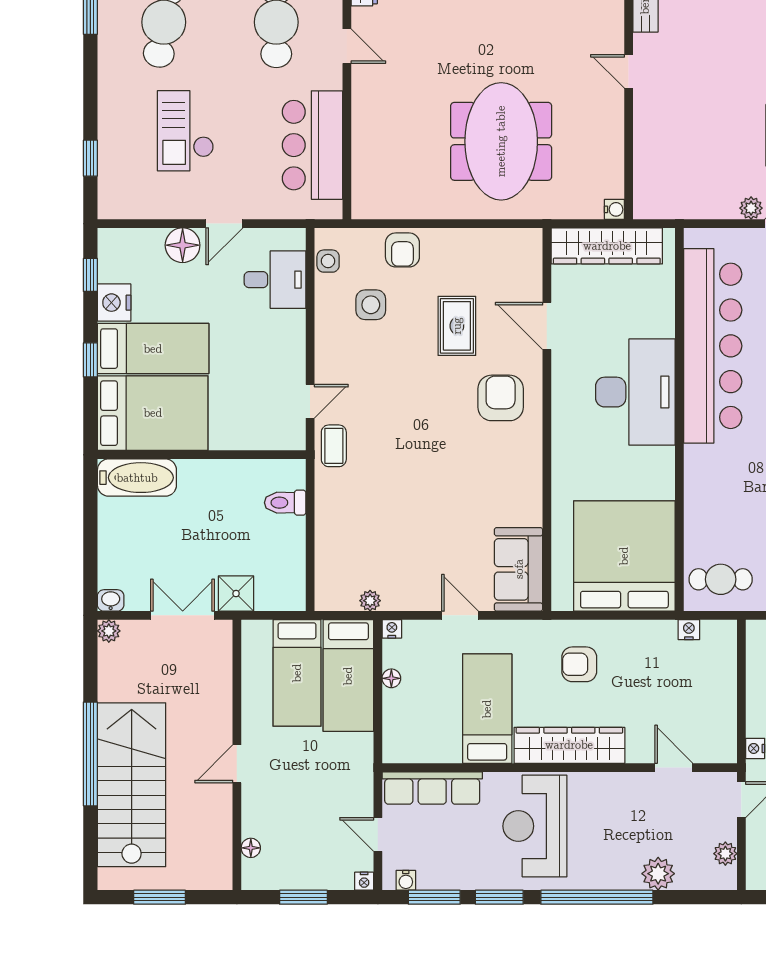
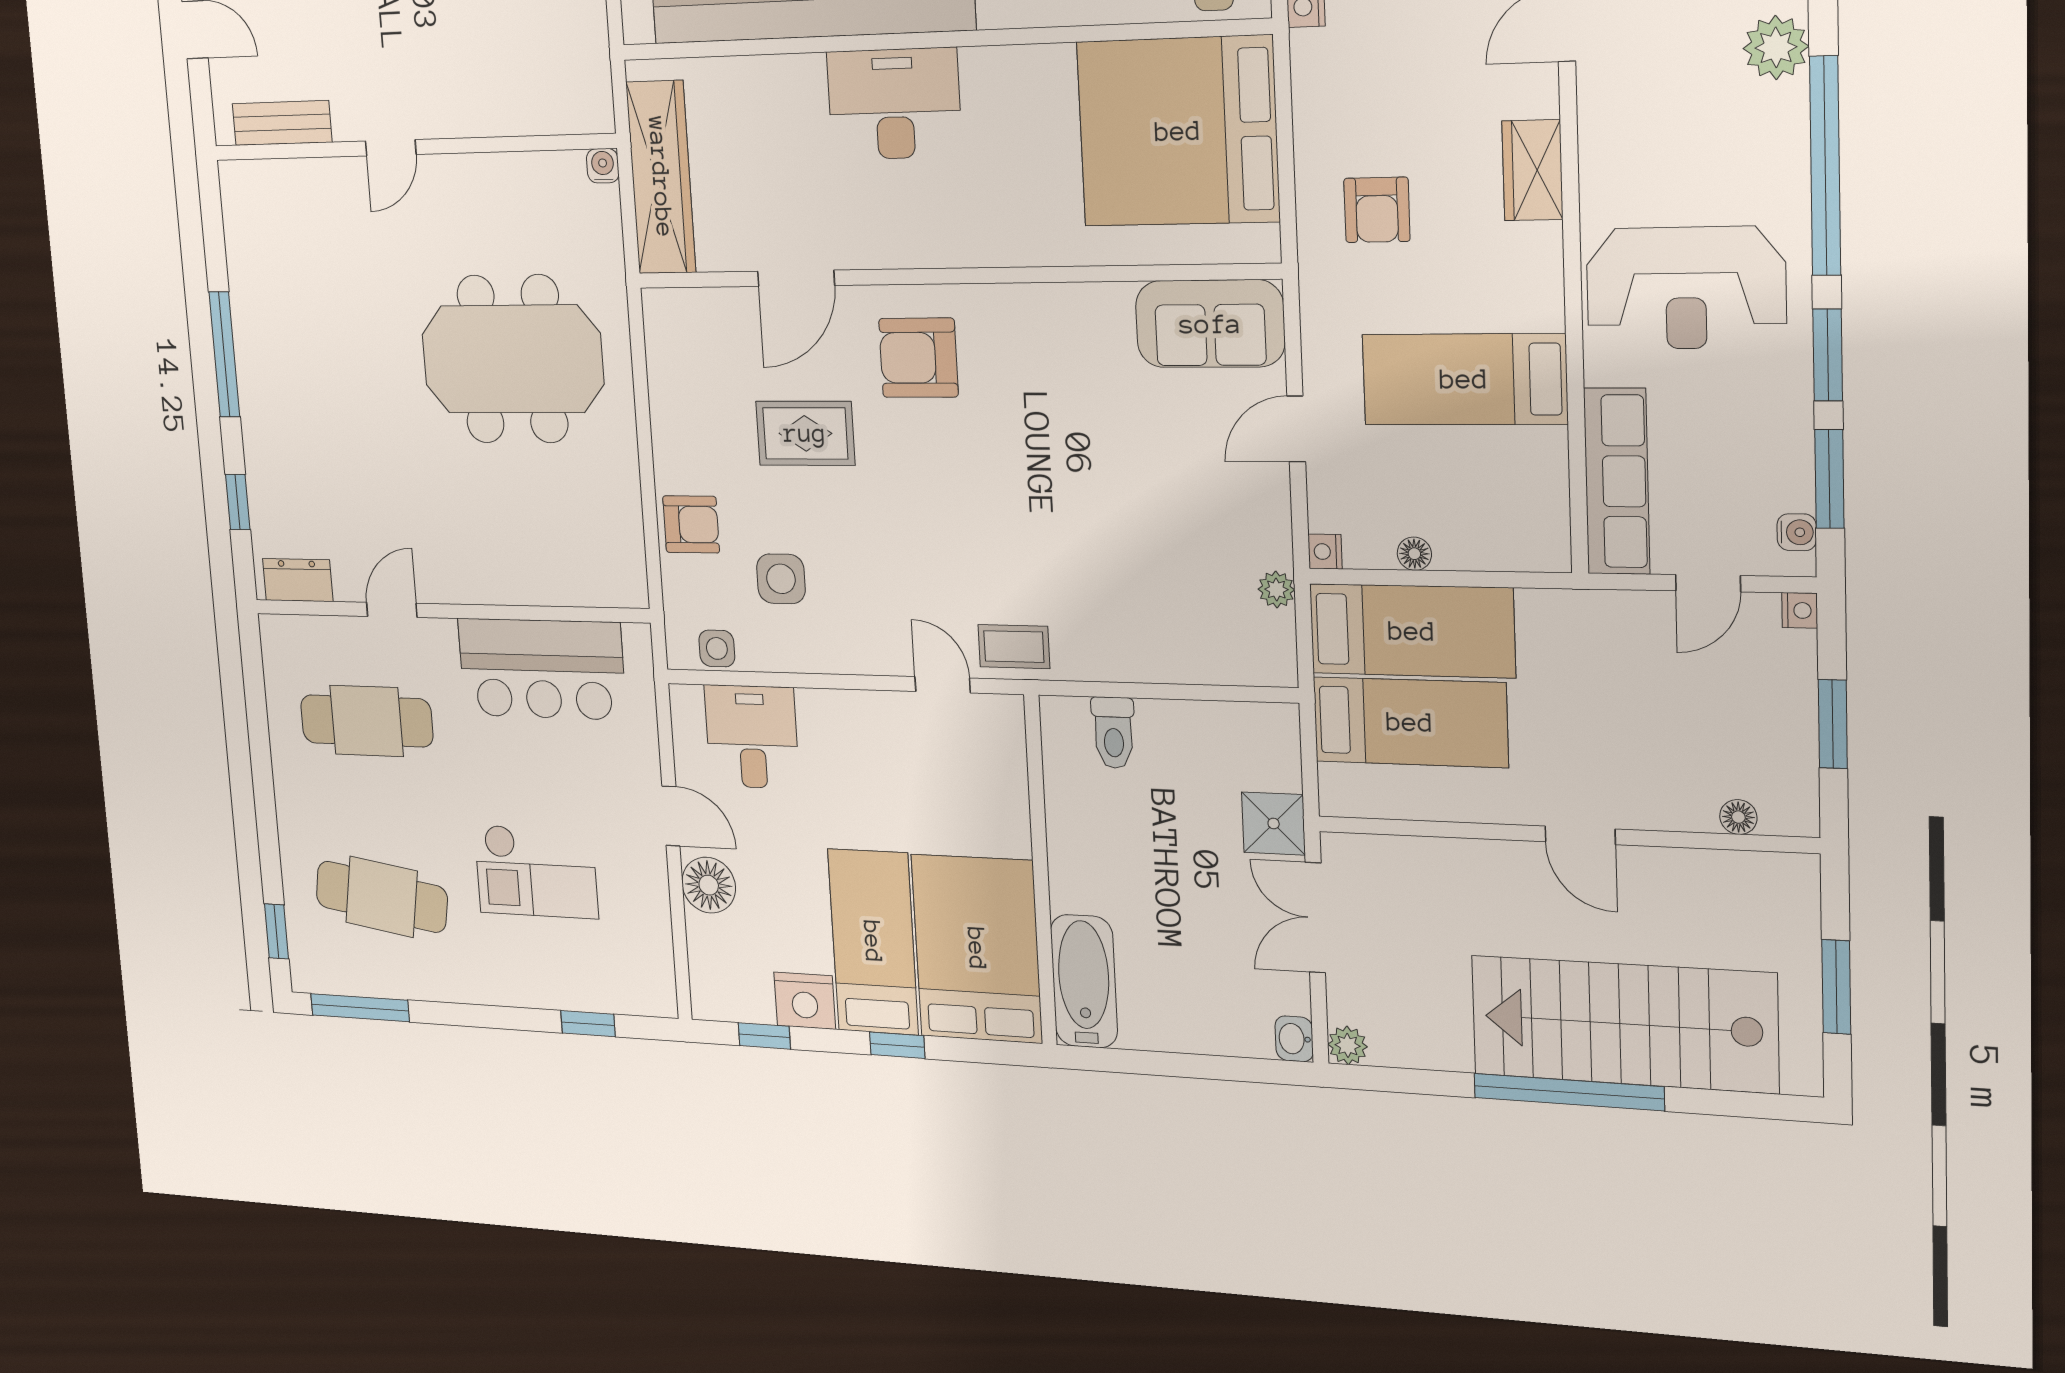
desk: (635, 392) -> (894, 104), width x0.73, depth x0.77
wardrobe: (569, 745) -> (1532, 170), width x0.48, depth x0.85

